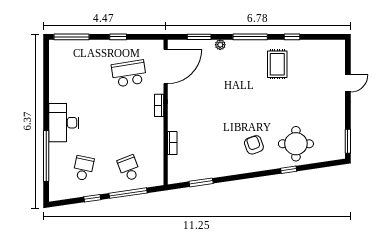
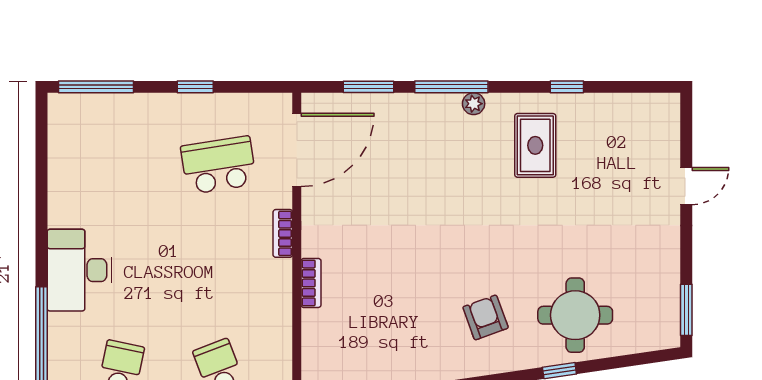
window: (250, 37) -> (451, 87), moved
plant: (220, 45) -> (474, 104), moved
bookcase: (172, 143) -> (311, 283), moved

